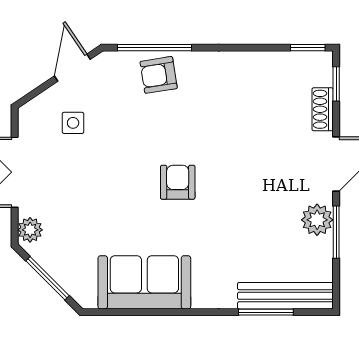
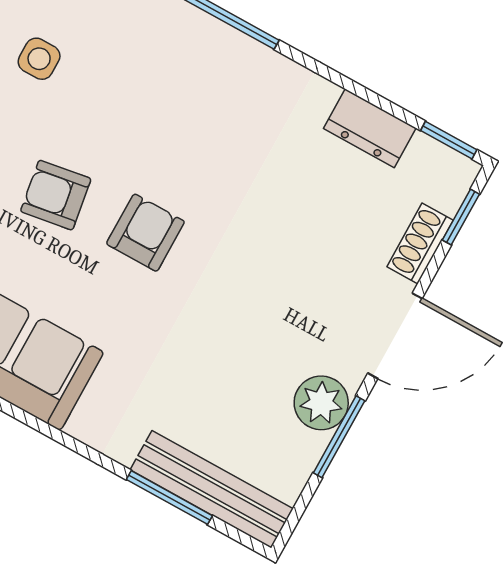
dresser: (264, 64) -> (370, 128), added
armchair: (159, 75) -> (56, 195), moved

